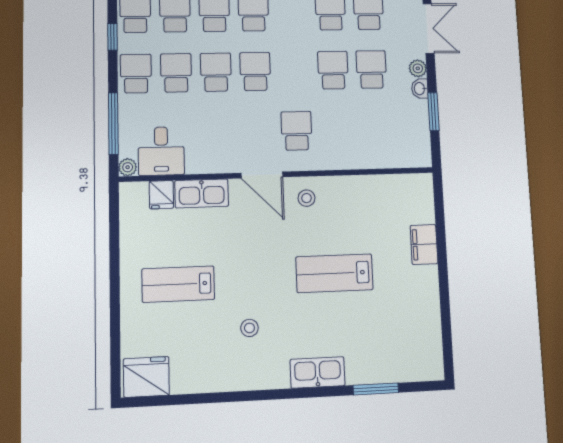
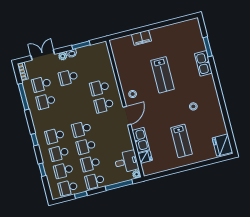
school desk: (333, 70) -> (99, 88), moved
kitchen sink: (318, 372) -> (203, 63), moved

